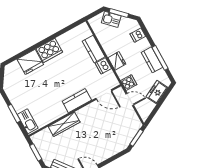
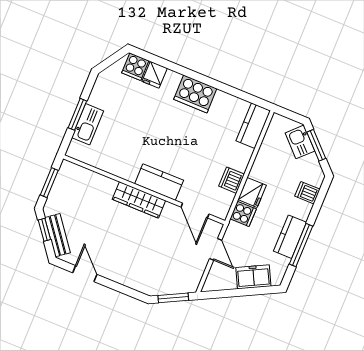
kitchen counter: (94, 49) -> (253, 126), moved
fridge: (30, 62) -> (155, 75), width x0.53, depth x0.75
cooker: (14, 68) -> (135, 67), added
cooker: (129, 83) -> (243, 214), moved
kitchen sink: (28, 121) -> (88, 124), moved
wardrobe: (64, 124) -> (139, 200), moved

